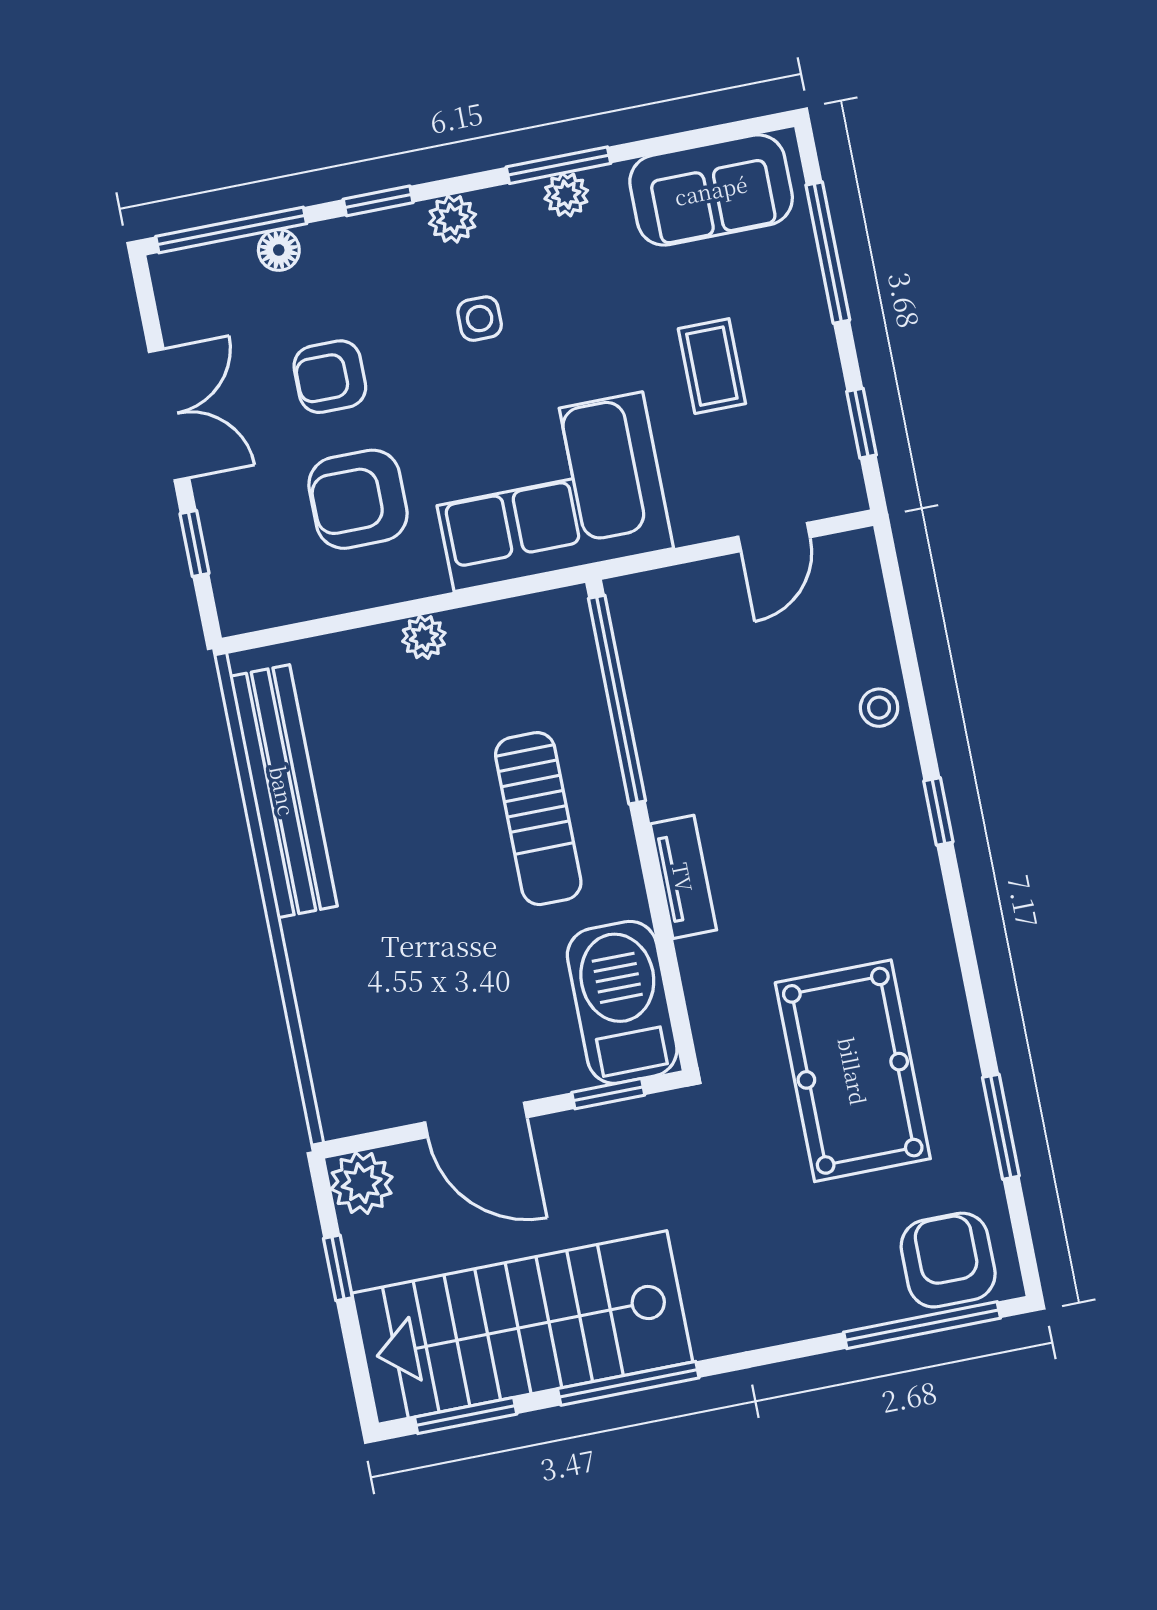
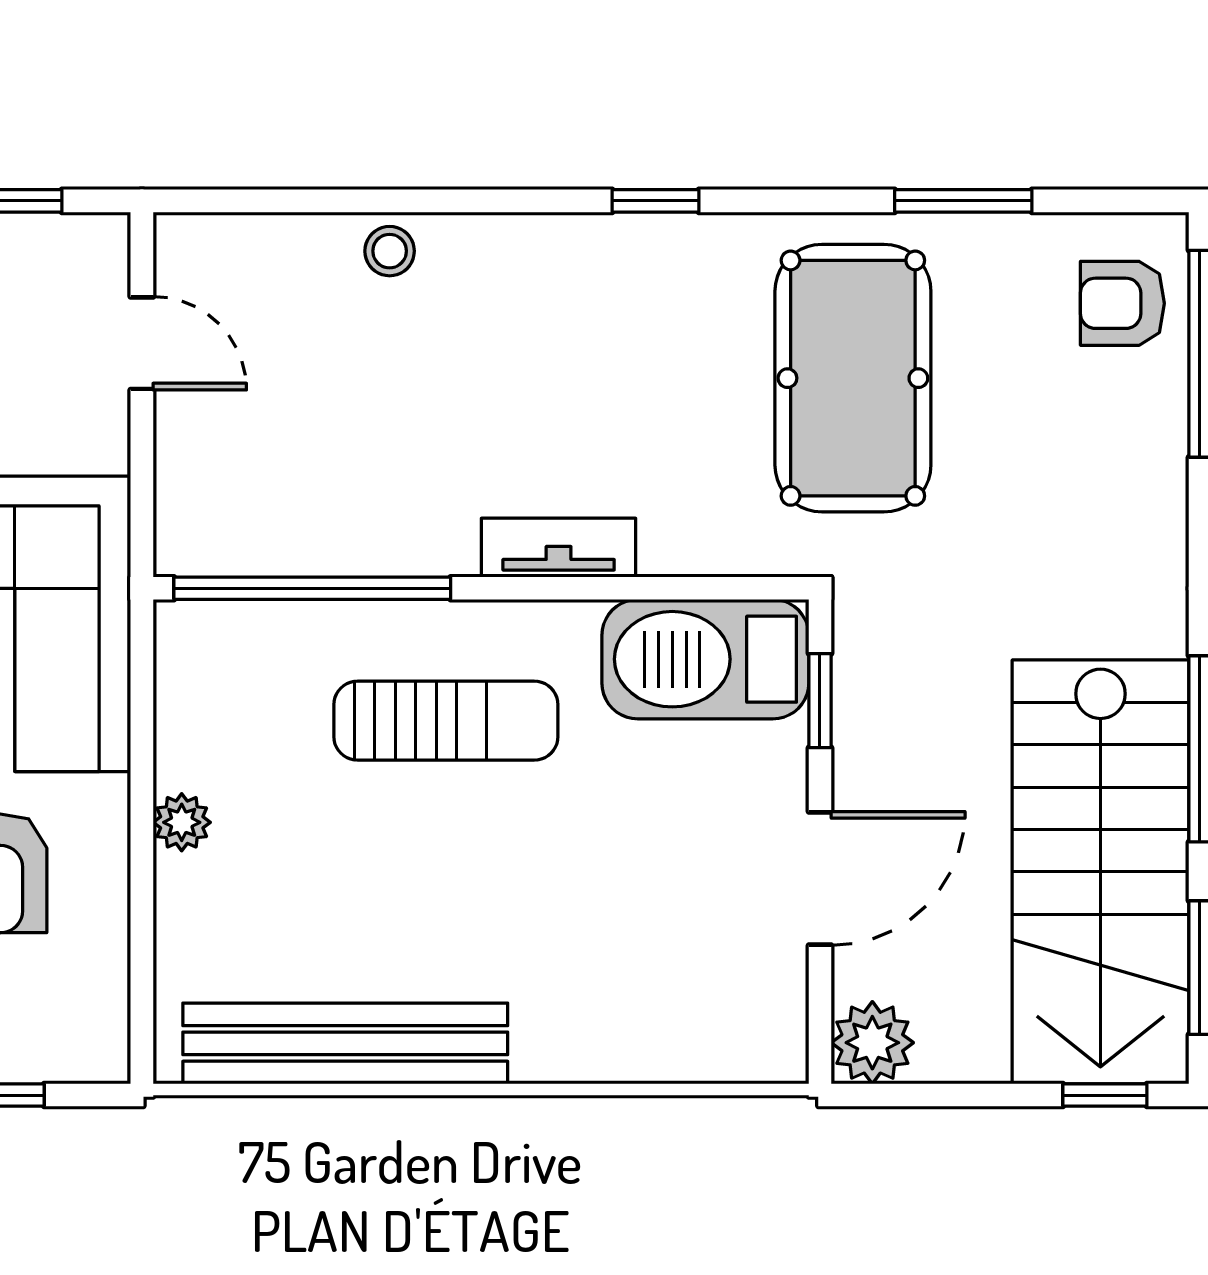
window: (938, 811) -> (655, 201), moved
pool table: (853, 1071) -> (853, 378), turned 90
armchair: (948, 1260) -> (1122, 303), width x0.72, depth x0.72
window: (338, 1268) -> (1105, 1095), moved

